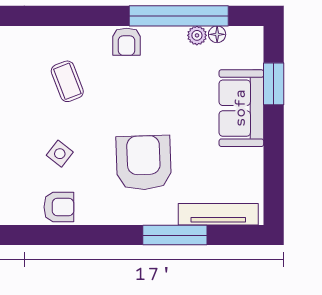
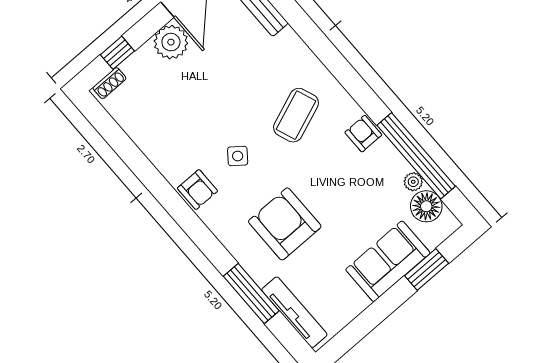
floor lamp: (217, 34) -> (426, 206), width x1.89, depth x1.89
armchair: (127, 42) -> (363, 134), turned 90
coffee table: (67, 81) -> (296, 115), width x1.36, depth x1.30
armchair: (144, 163) -> (285, 224), turned -88

